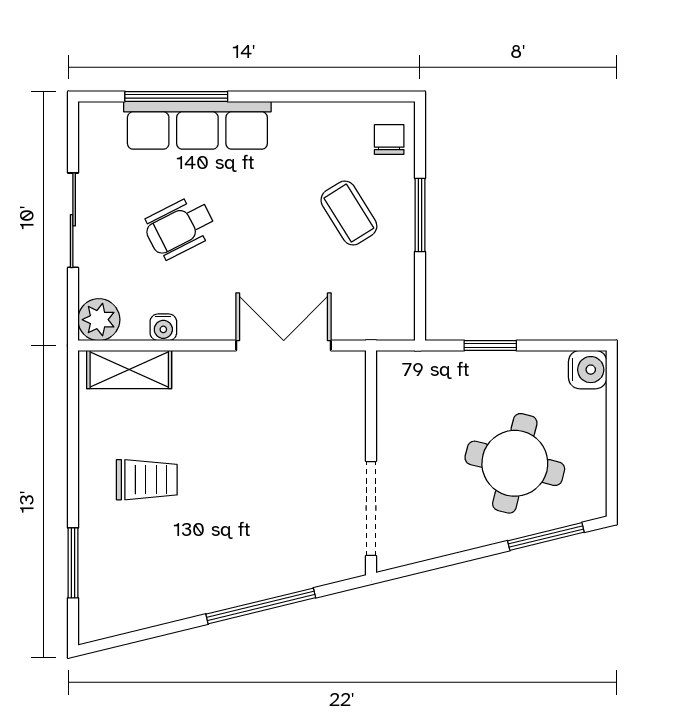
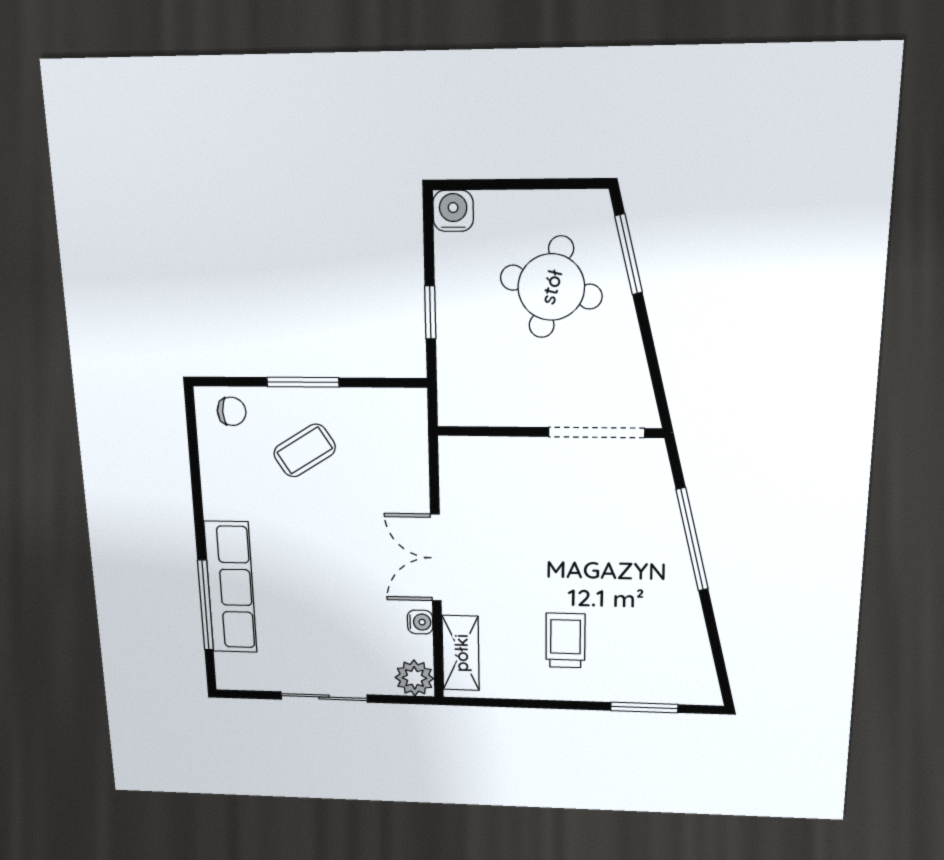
chair: (389, 140) -> (232, 411), turned 180
wheelchair: (180, 227) -> (326, 605), removed
double door: (284, 345) -> (436, 558), moved

